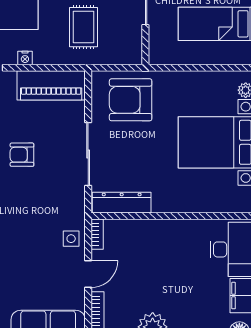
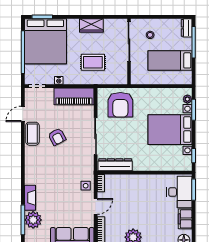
rug: (83, 27) -> (93, 62), turned 90
armchair: (131, 100) -> (120, 105), turned -90
armchair: (22, 155) -> (57, 137), turned -118

